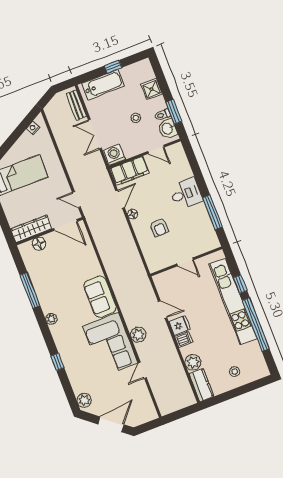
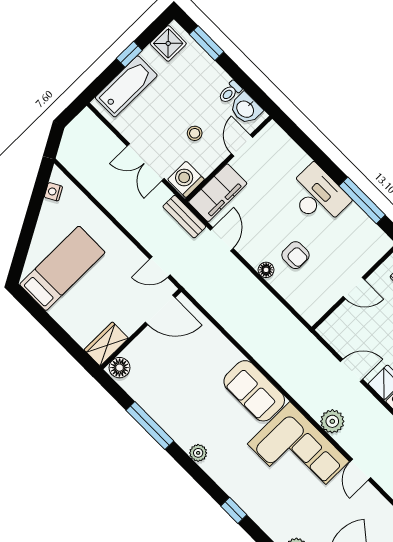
shower: (151, 89) -> (168, 43), moved
bench: (76, 105) -> (184, 217), moved
window: (174, 112) -> (206, 43), moved
stool: (136, 118) -> (195, 133), moved
door: (156, 149) -> (242, 146), swing flipped
desk: (186, 194) -> (318, 196), width x1.37
floor lamp: (133, 214) -> (266, 270), moved
wardrobe: (31, 229) -> (106, 344), width x0.67
floor lamp: (39, 244) -> (120, 368), moved

